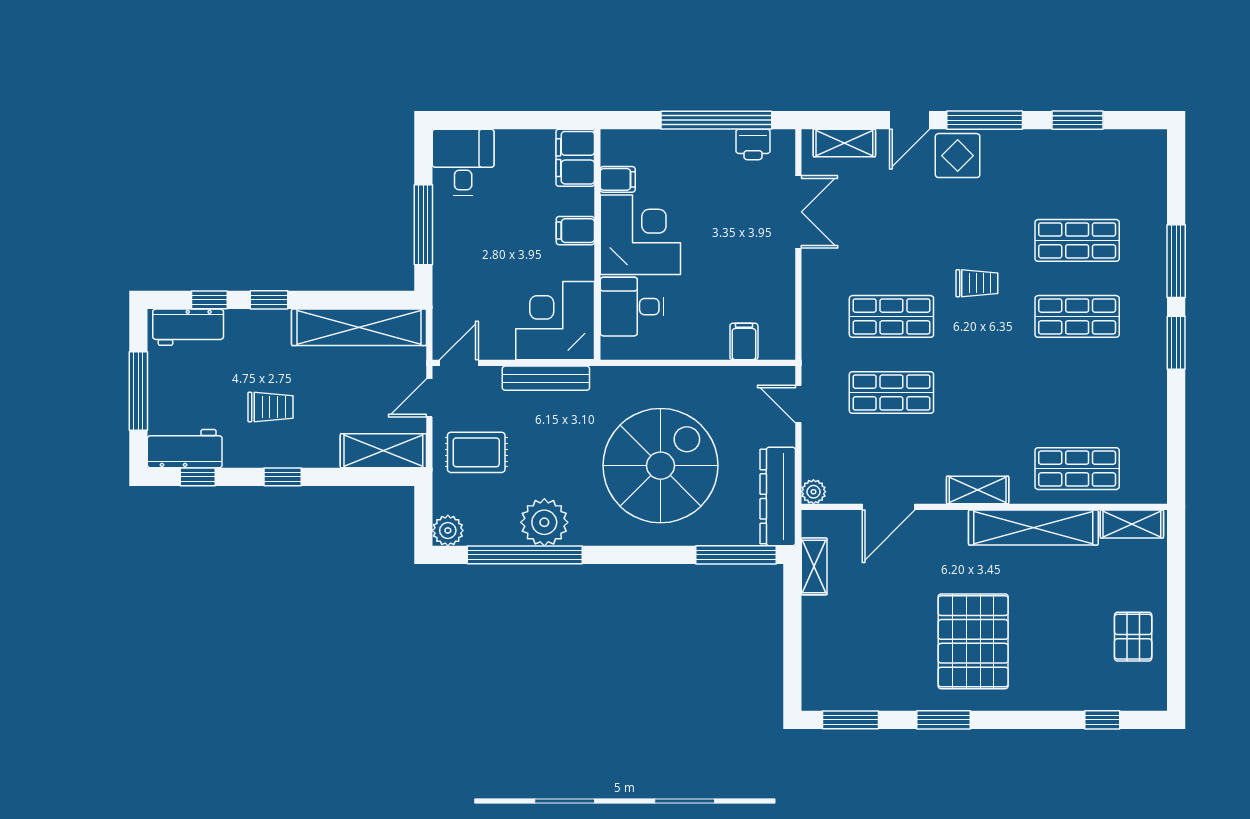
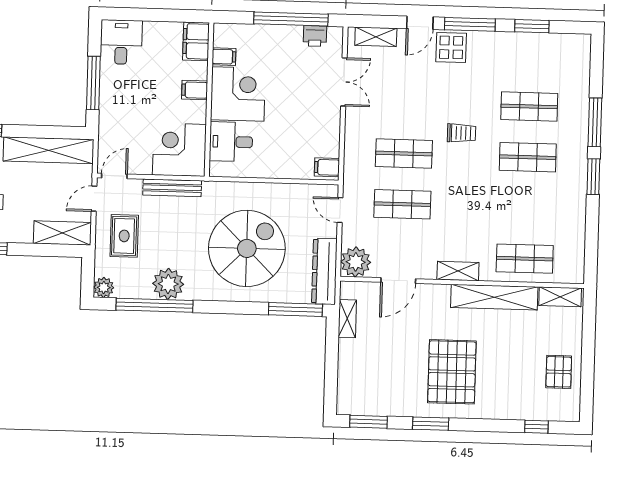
filing cabinet: (744, 342) -> (327, 167), moved, turned -90
rug: (476, 452) -> (124, 236), turned 90
plant: (813, 492) -> (356, 262), width x1.87, depth x1.87

